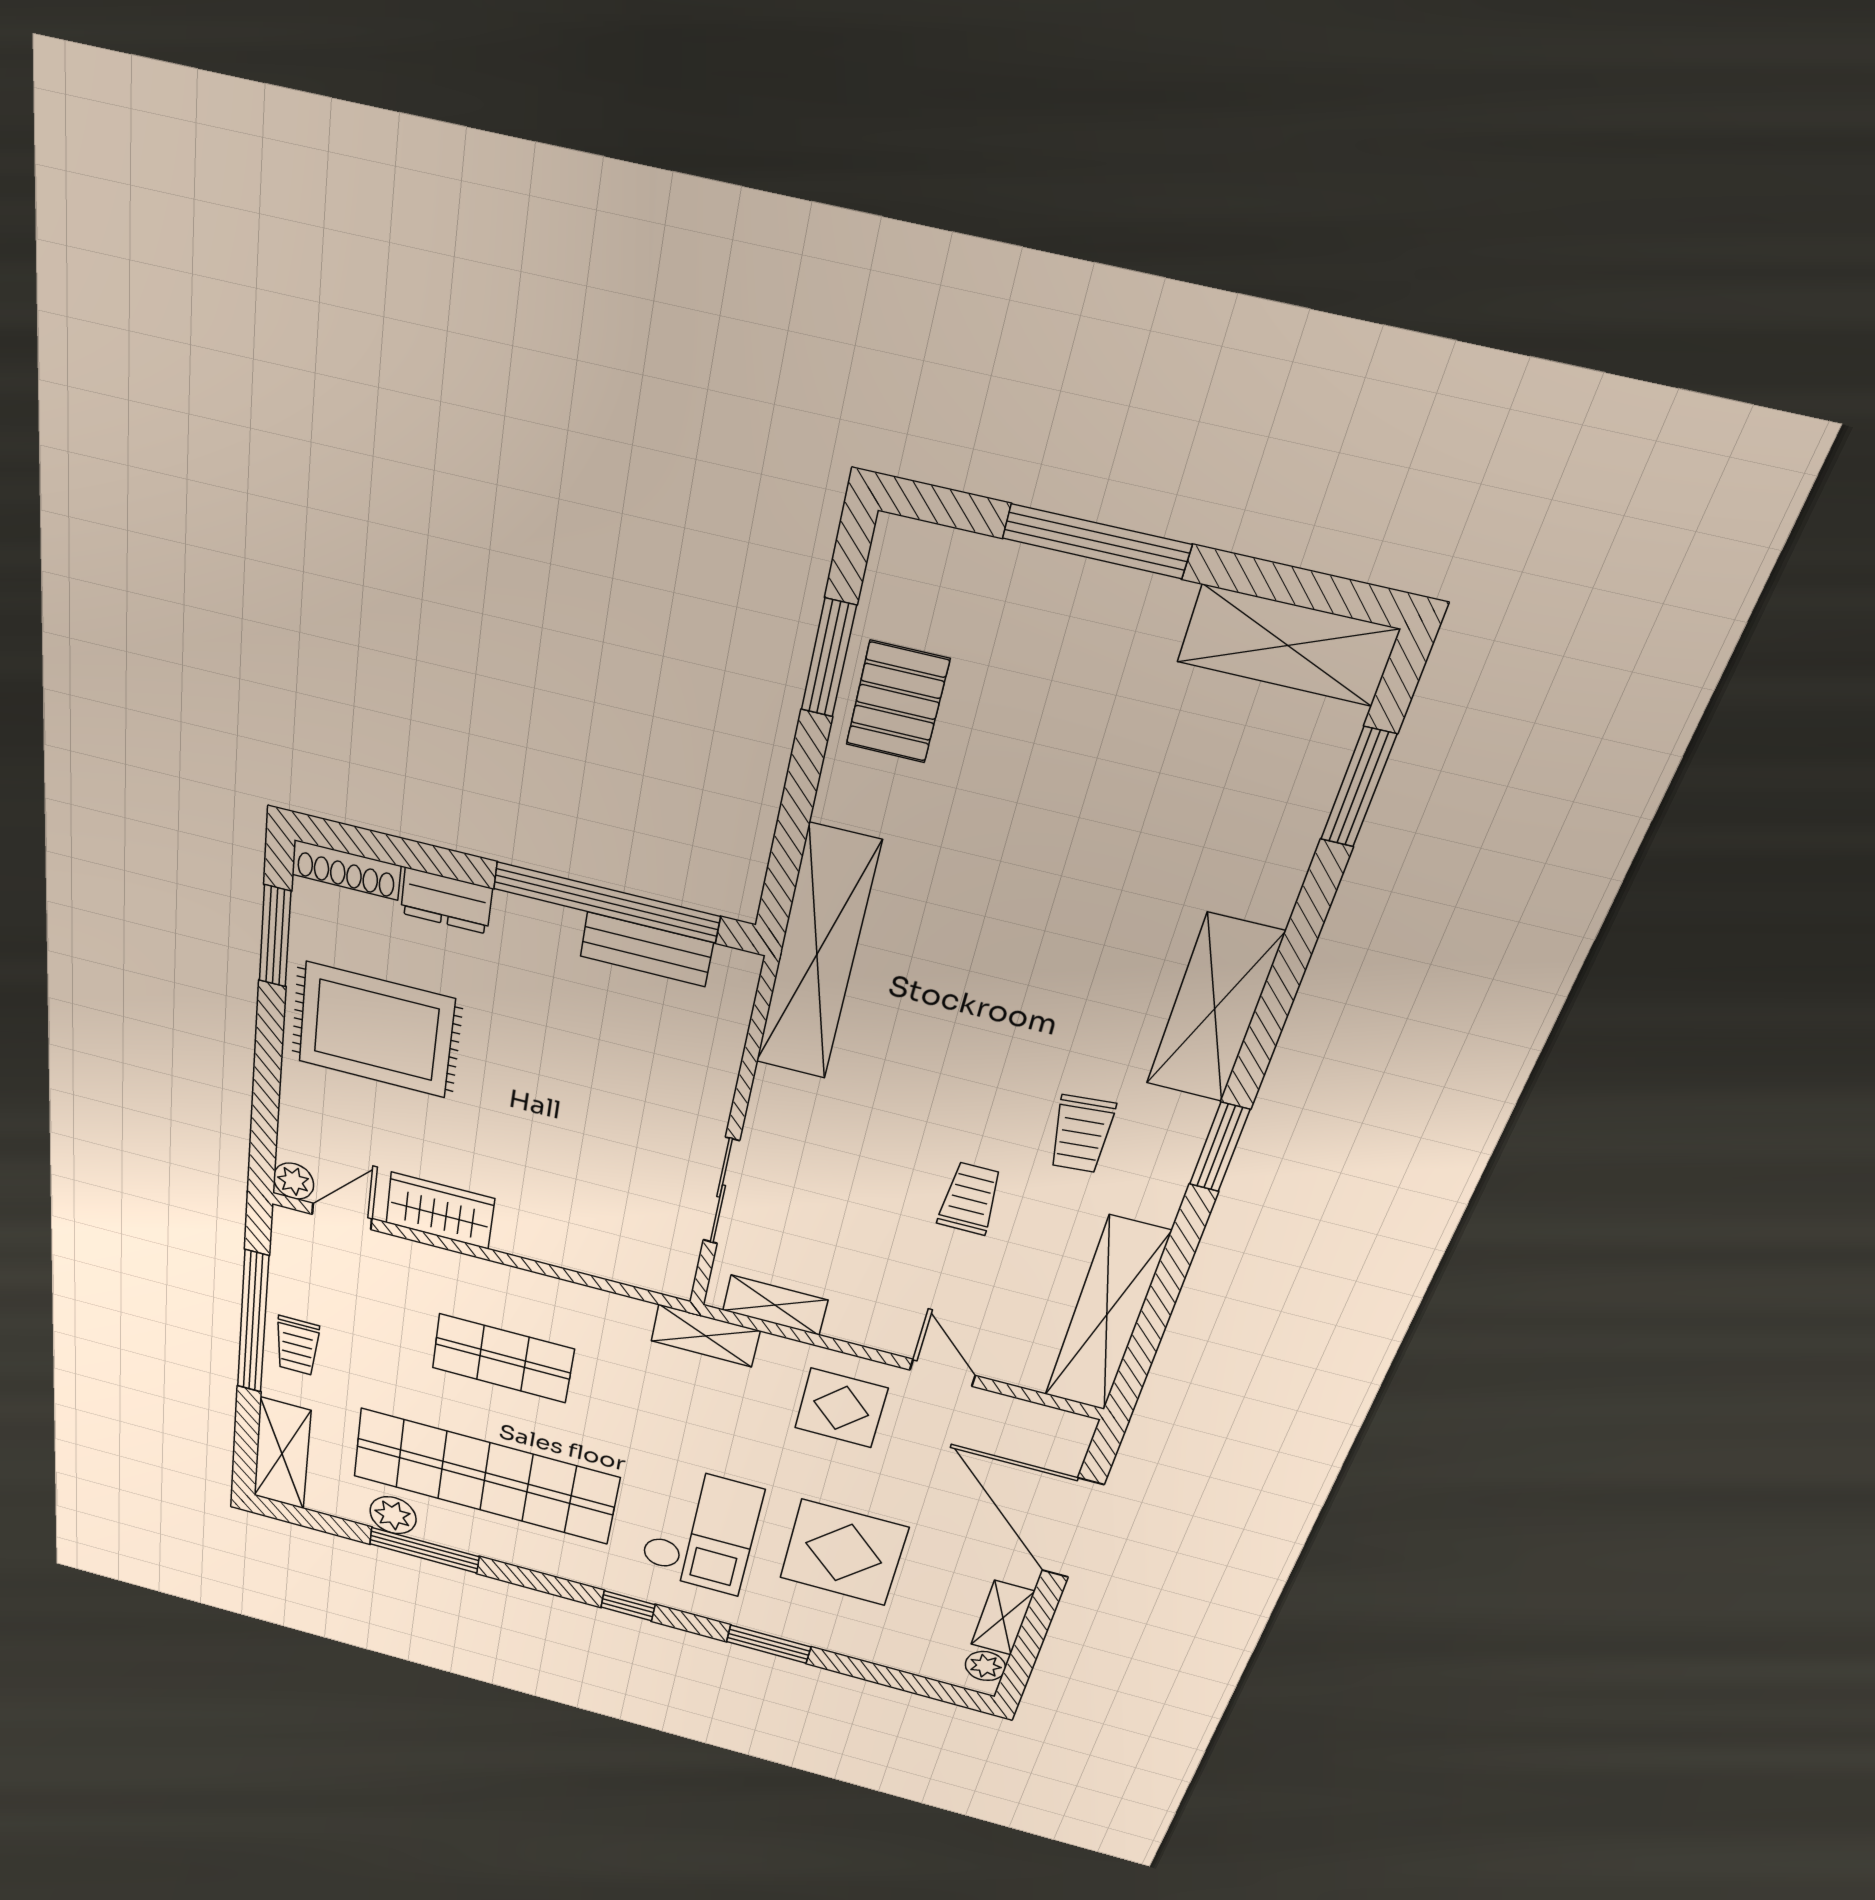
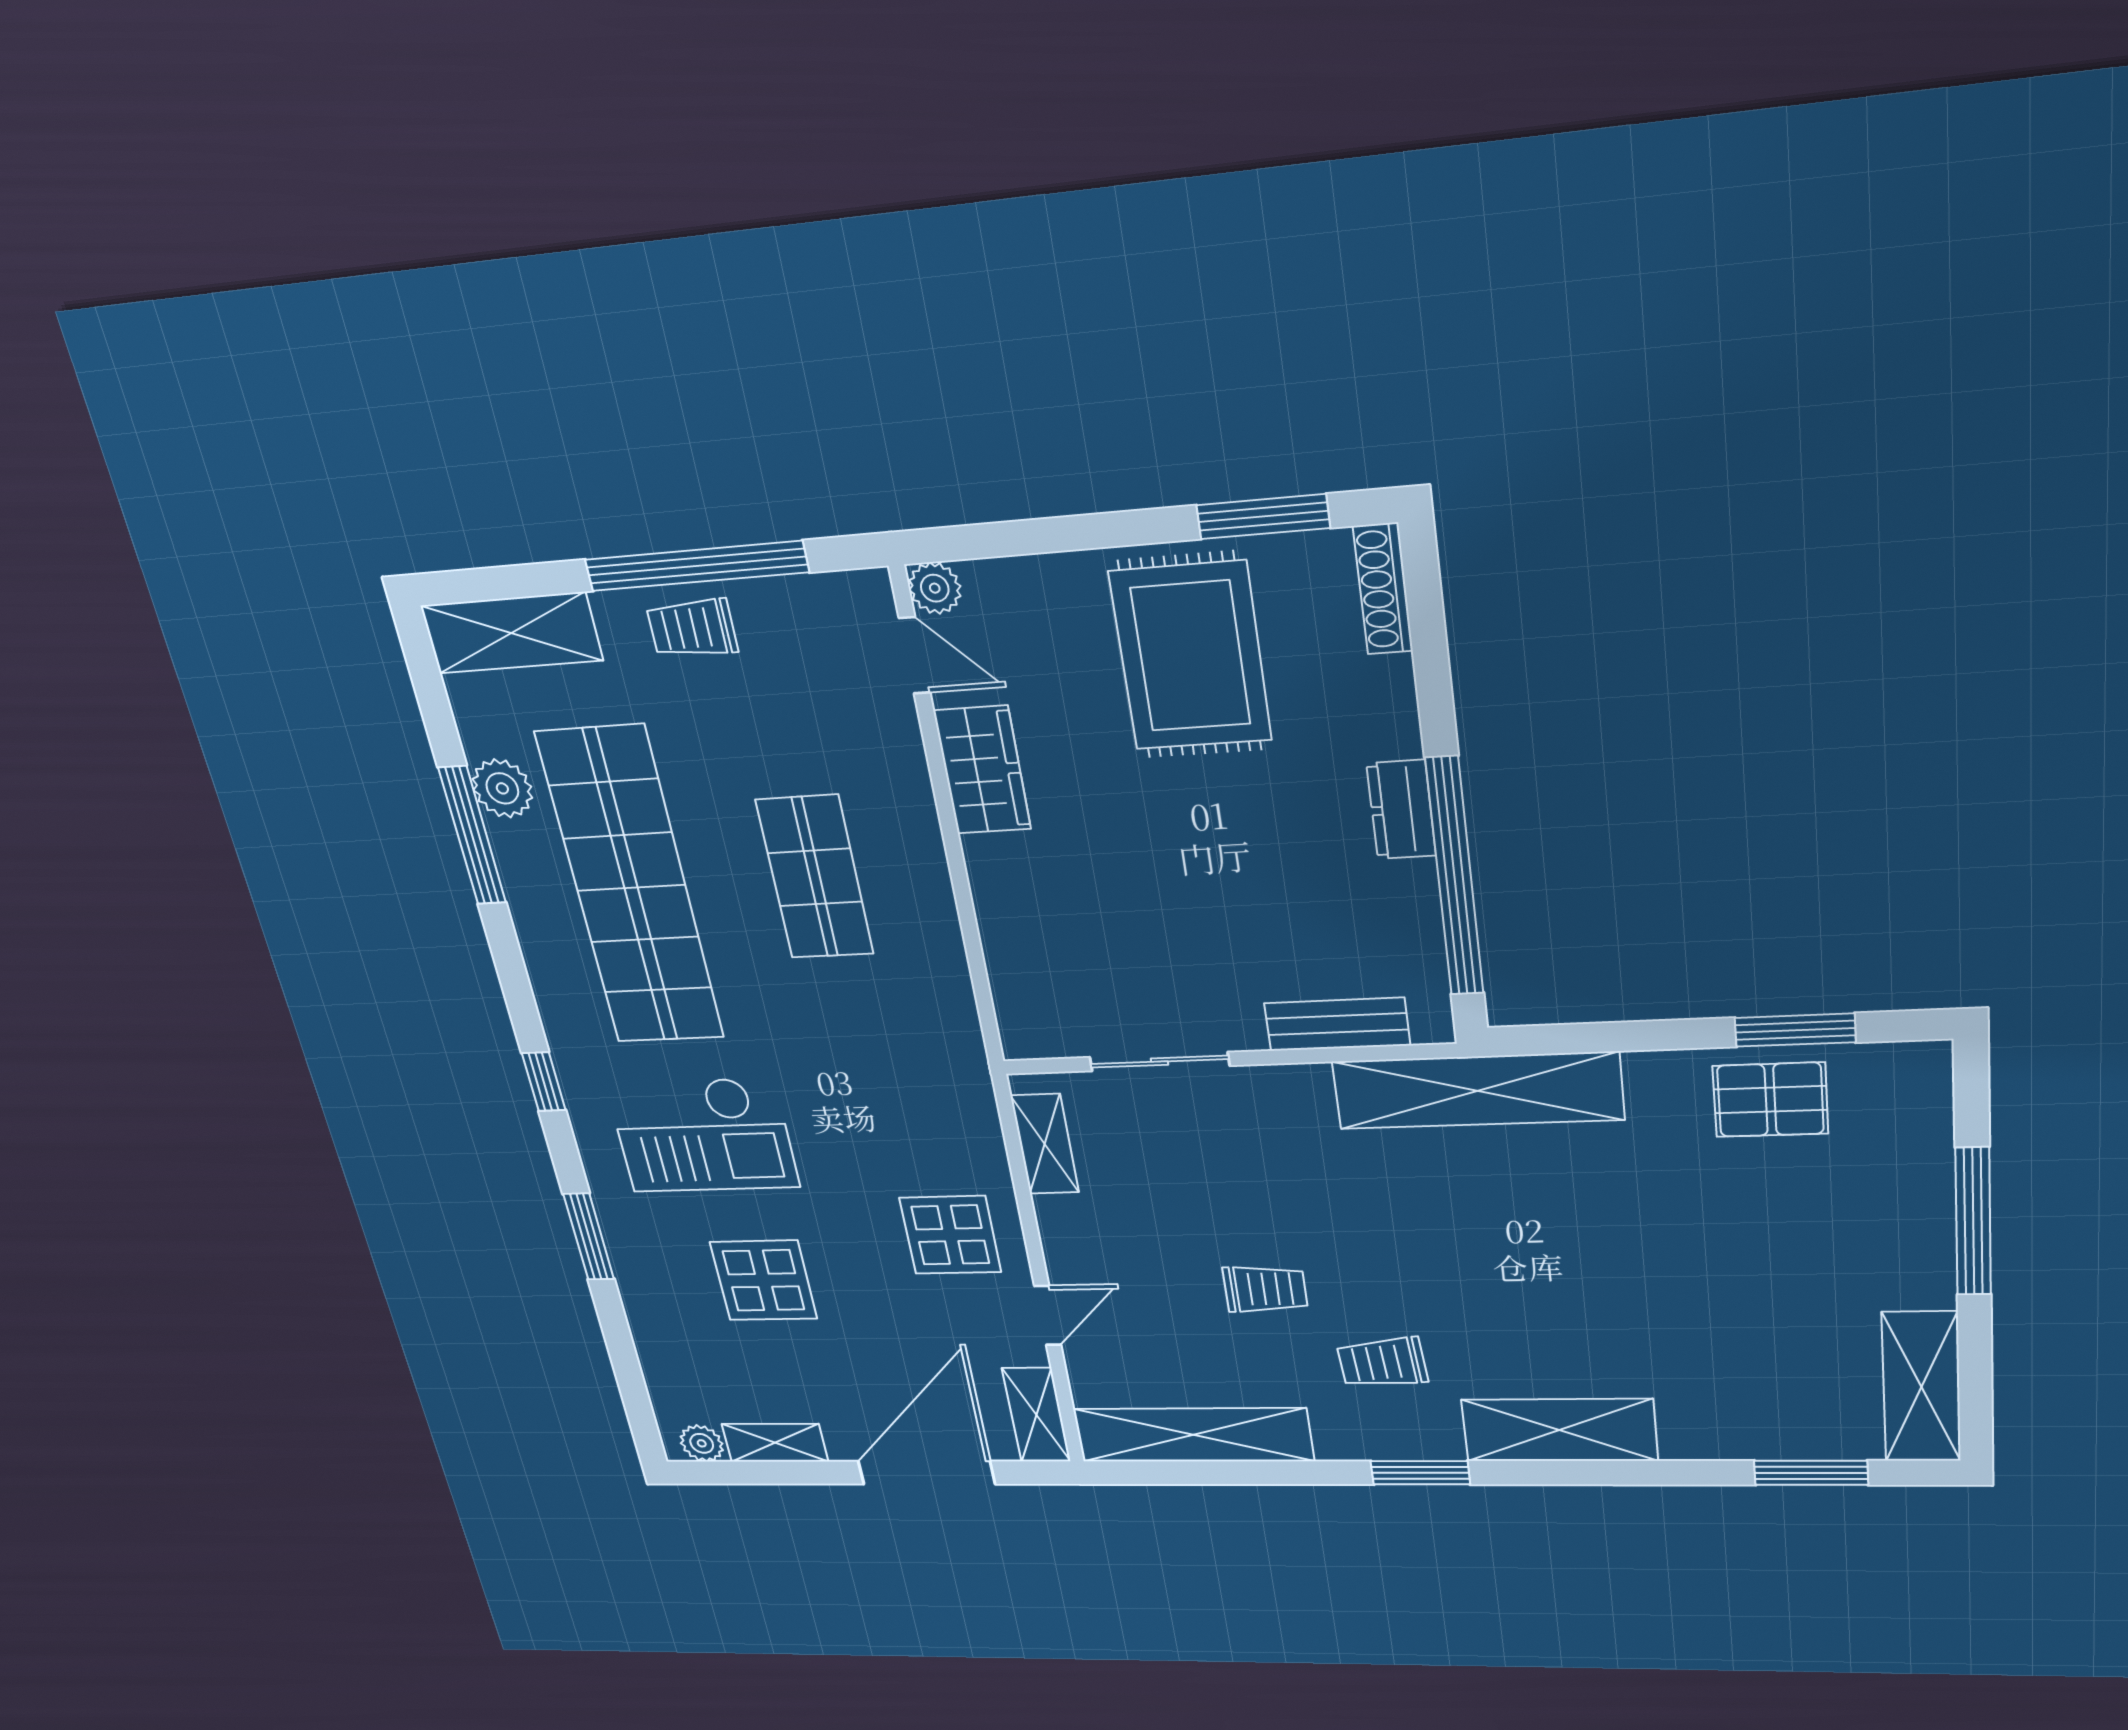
dresser: (446, 901) -> (1401, 810), moved
bench: (646, 949) -> (1337, 1024), moved, turned 90
shelving: (705, 1336) -> (1036, 1415), moved
display table: (844, 1553) -> (764, 1280), width x0.73, depth x0.73

